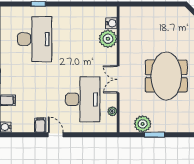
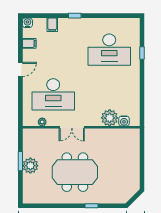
double door: (118, 79) -> (72, 127), swing flipped
plant: (143, 124) -> (30, 166), moved
filing cabinet: (40, 125) -> (29, 43), moved

